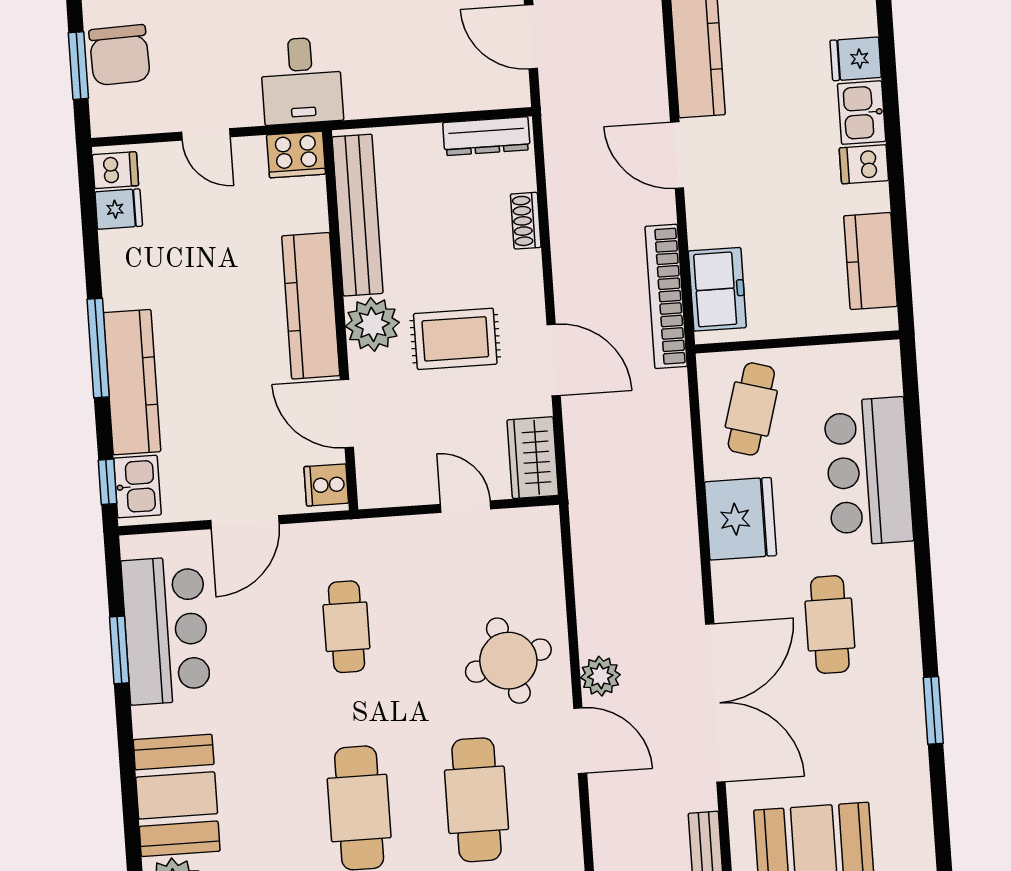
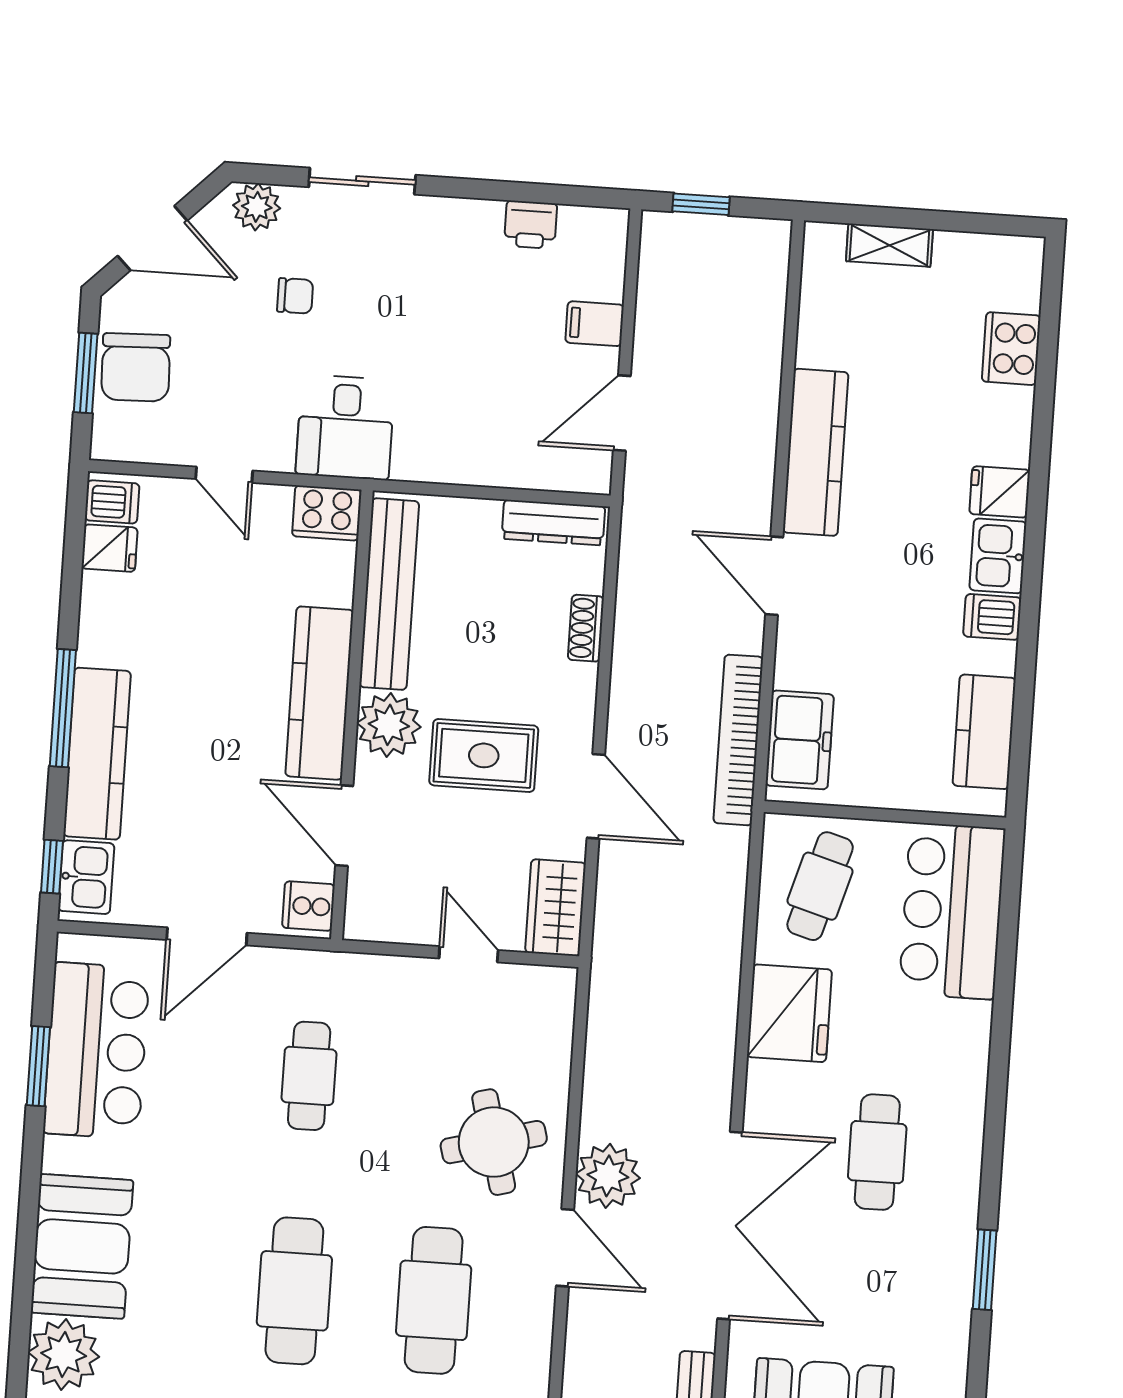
door: (531, 37) -> (622, 413), hinge flipped
bar counter: (868, 472) -> (952, 911), moved
plant: (600, 676) -> (608, 1176), width x1.36, depth x1.36

